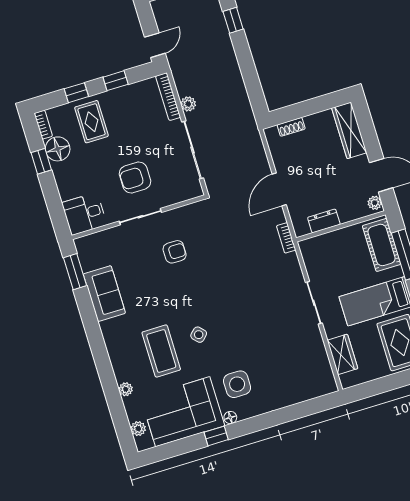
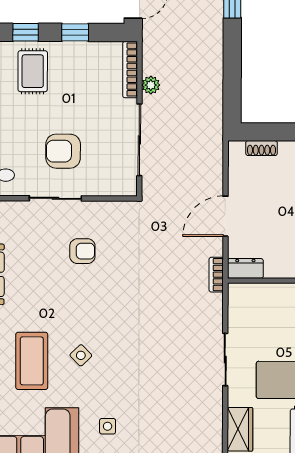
dresser: (324, 221) -> (245, 268), moved
side table: (237, 384) -> (108, 426), width x0.54, depth x0.54

